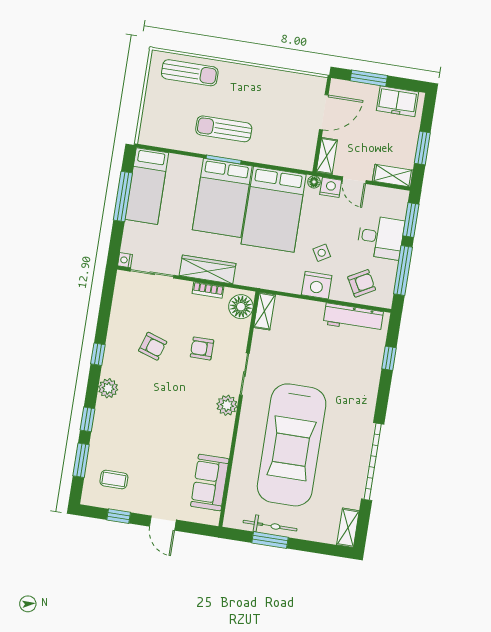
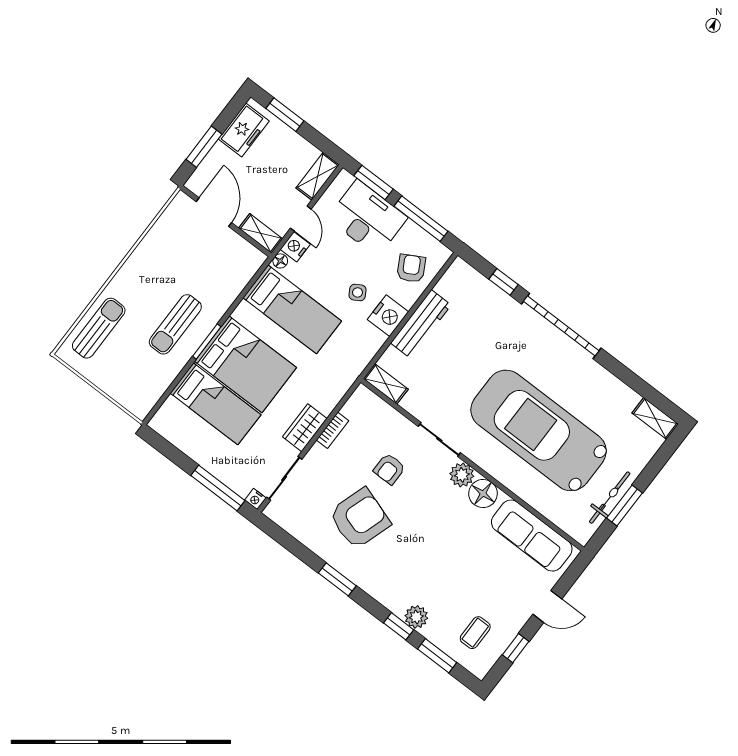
window: (422, 148) -> (285, 115), moved
door: (354, 180) -> (301, 219), hinge flipped
bed: (147, 186) -> (216, 404), moved
window: (123, 197) -> (218, 488), moved
bed: (274, 209) -> (292, 309), width x0.67
desk: (381, 237) -> (367, 218), width x1.37
wardrobe: (208, 269) -> (305, 428), width x0.67
floor lamp: (241, 307) -> (483, 494), moved
workbench: (353, 318) -> (421, 324), moved
armchair: (153, 346) -> (360, 519), width x1.88, depth x1.88
window: (98, 354) -> (337, 579), width x1.50
plant: (108, 388) -> (416, 617), moved
car: (292, 445) -> (539, 430), turned 180
garage door: (373, 462) -> (561, 326), moved
sofa: (210, 483) -> (532, 536), width x1.36

